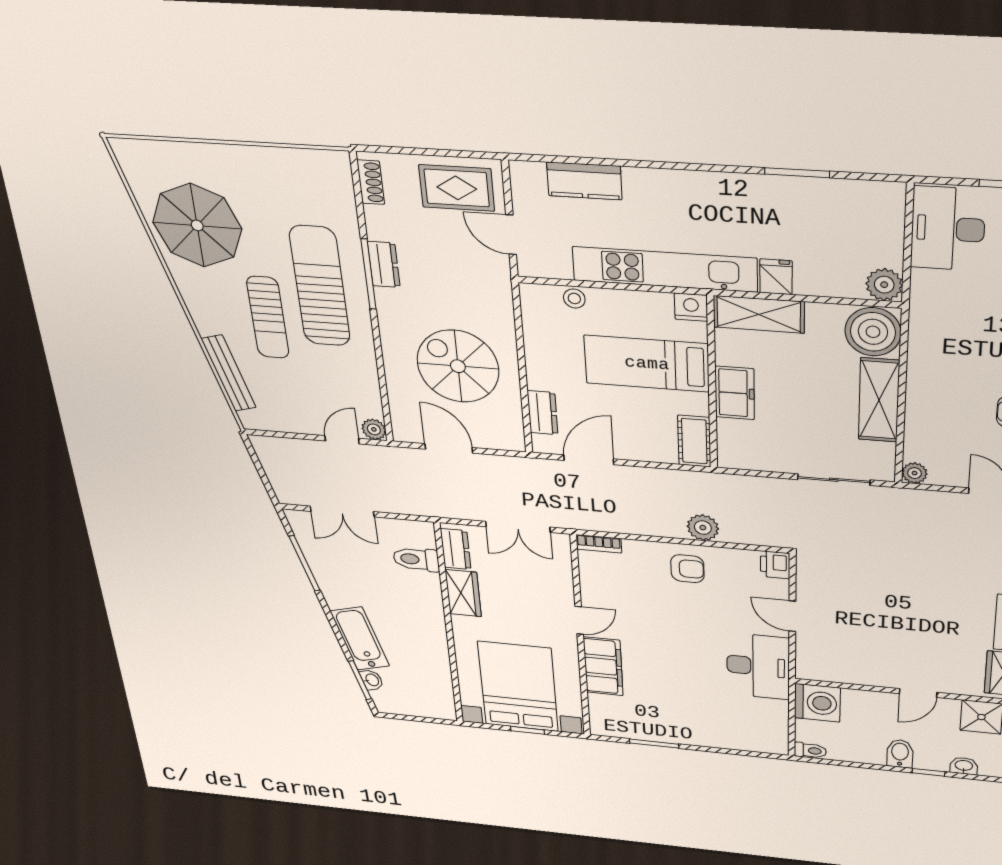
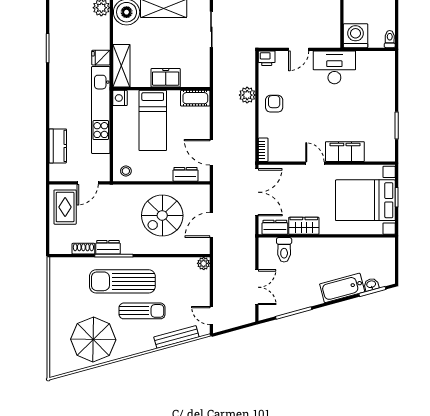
shoe rack: (371, 182) -> (83, 249), moved
stool: (574, 298) -> (126, 171), moved
door: (342, 440) -> (211, 316), moved
double door: (518, 527) -> (257, 192), width x1.37

